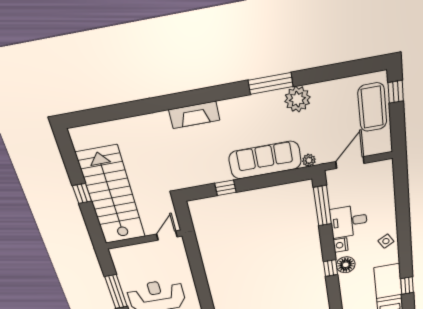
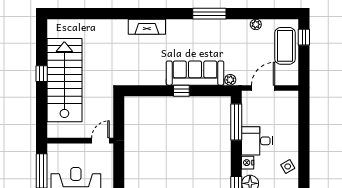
plant: (297, 99) -> (256, 24), moved, width x0.53, depth x0.53
window: (225, 188) -> (181, 91), moved
door: (167, 236) -> (100, 141), moved
wall: (144, 240) -> (80, 141), moved

